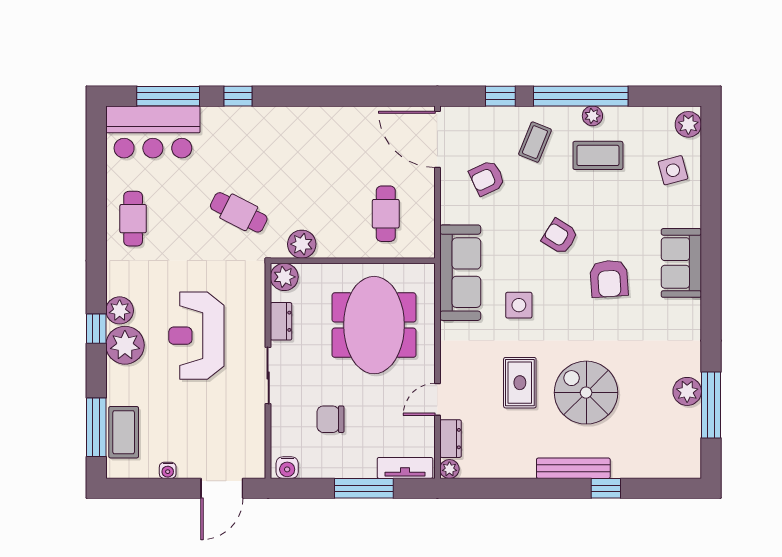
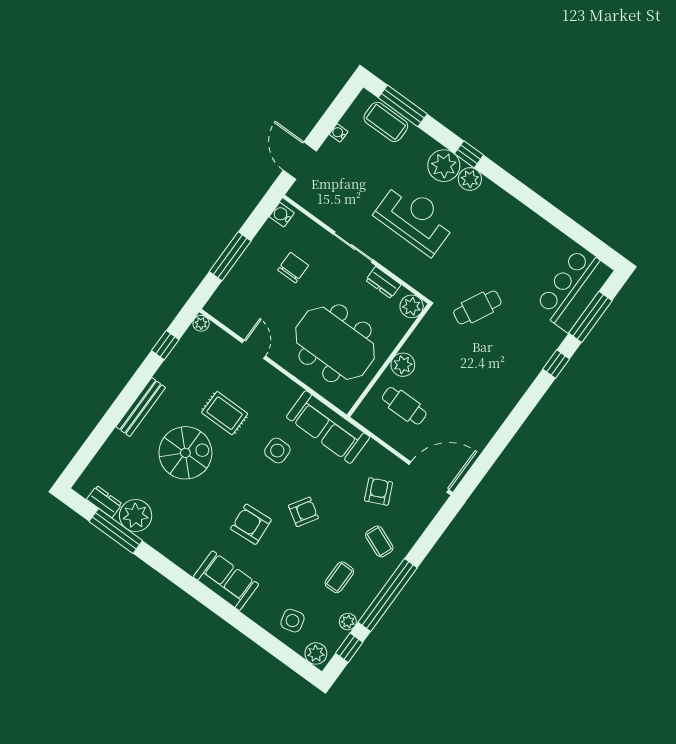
window: (500, 96) -> (349, 648), moved
plant: (592, 116) -> (348, 622), moved
coffee table: (598, 155) -> (339, 577), width x0.73, depth x0.77
cafe table: (133, 219) -> (525, 233), removed
plant: (302, 244) -> (403, 365), moved
plant: (687, 391) -> (136, 516), width x1.36, depth x1.36
dresser: (451, 439) -> (104, 502), moved, turned 180
tv unit: (405, 468) -> (224, 294), removed
window: (606, 488) -> (165, 345), moved

